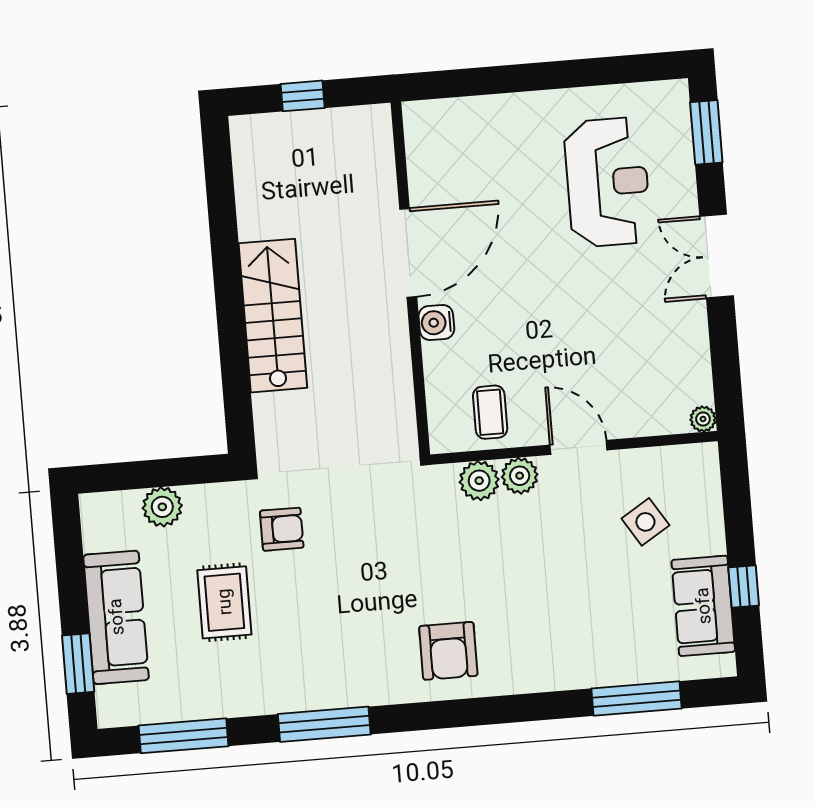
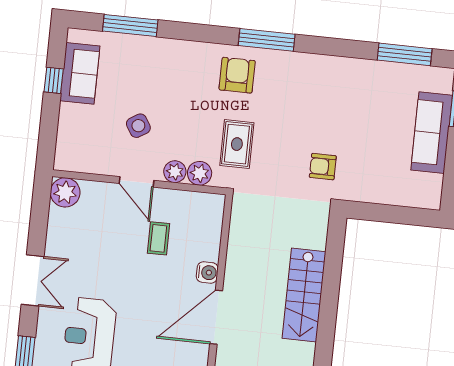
coffee table: (490, 412) -> (158, 238), moved
plant: (703, 419) -> (65, 192), width x1.88, depth x1.88
plant: (162, 507) -> (392, 193), removed
side table: (645, 522) -> (138, 126), moved
rug: (224, 602) -> (237, 144), moved
window: (324, 724) -> (267, 40), moved

